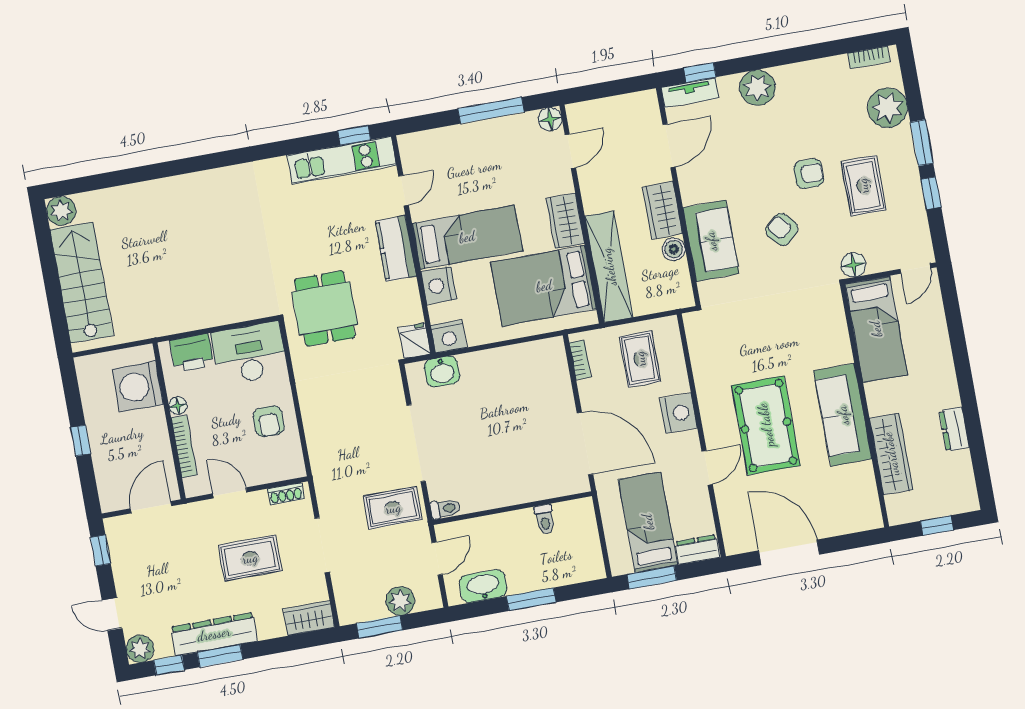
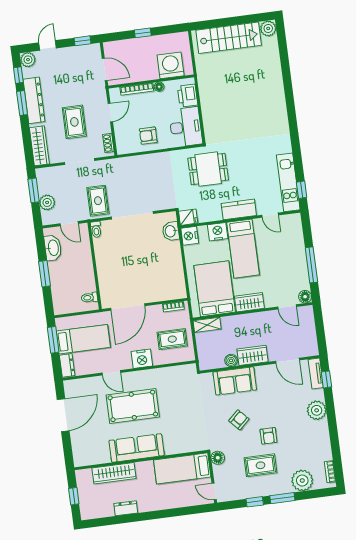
shelving: (609, 267) -> (207, 325), width x0.45, depth x0.75
toilet: (545, 519) -> (89, 298), moved
wardrobe: (309, 618) -> (39, 146), width x1.50

